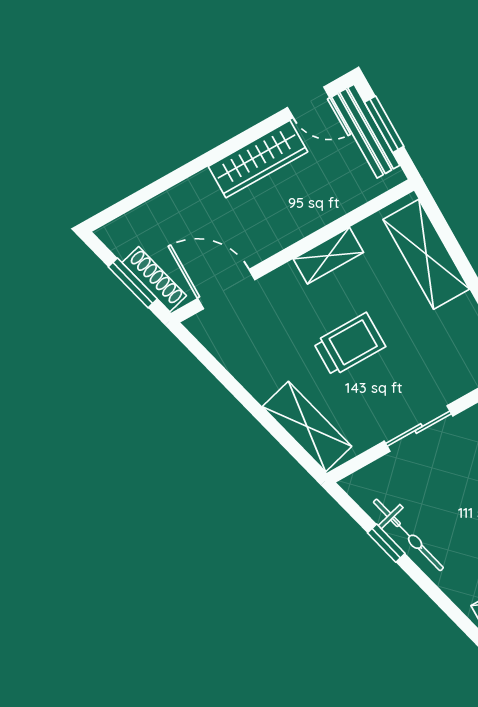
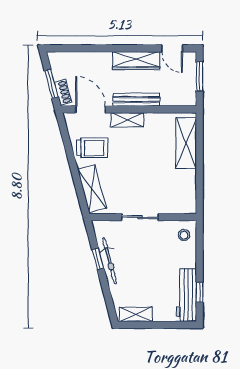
bench: (366, 131) -> (136, 100), moved, turned 90
shelving: (328, 256) -> (127, 120), moved
shoe rack: (154, 279) -> (63, 92), width x0.70
trolley: (349, 344) -> (92, 148), moved

